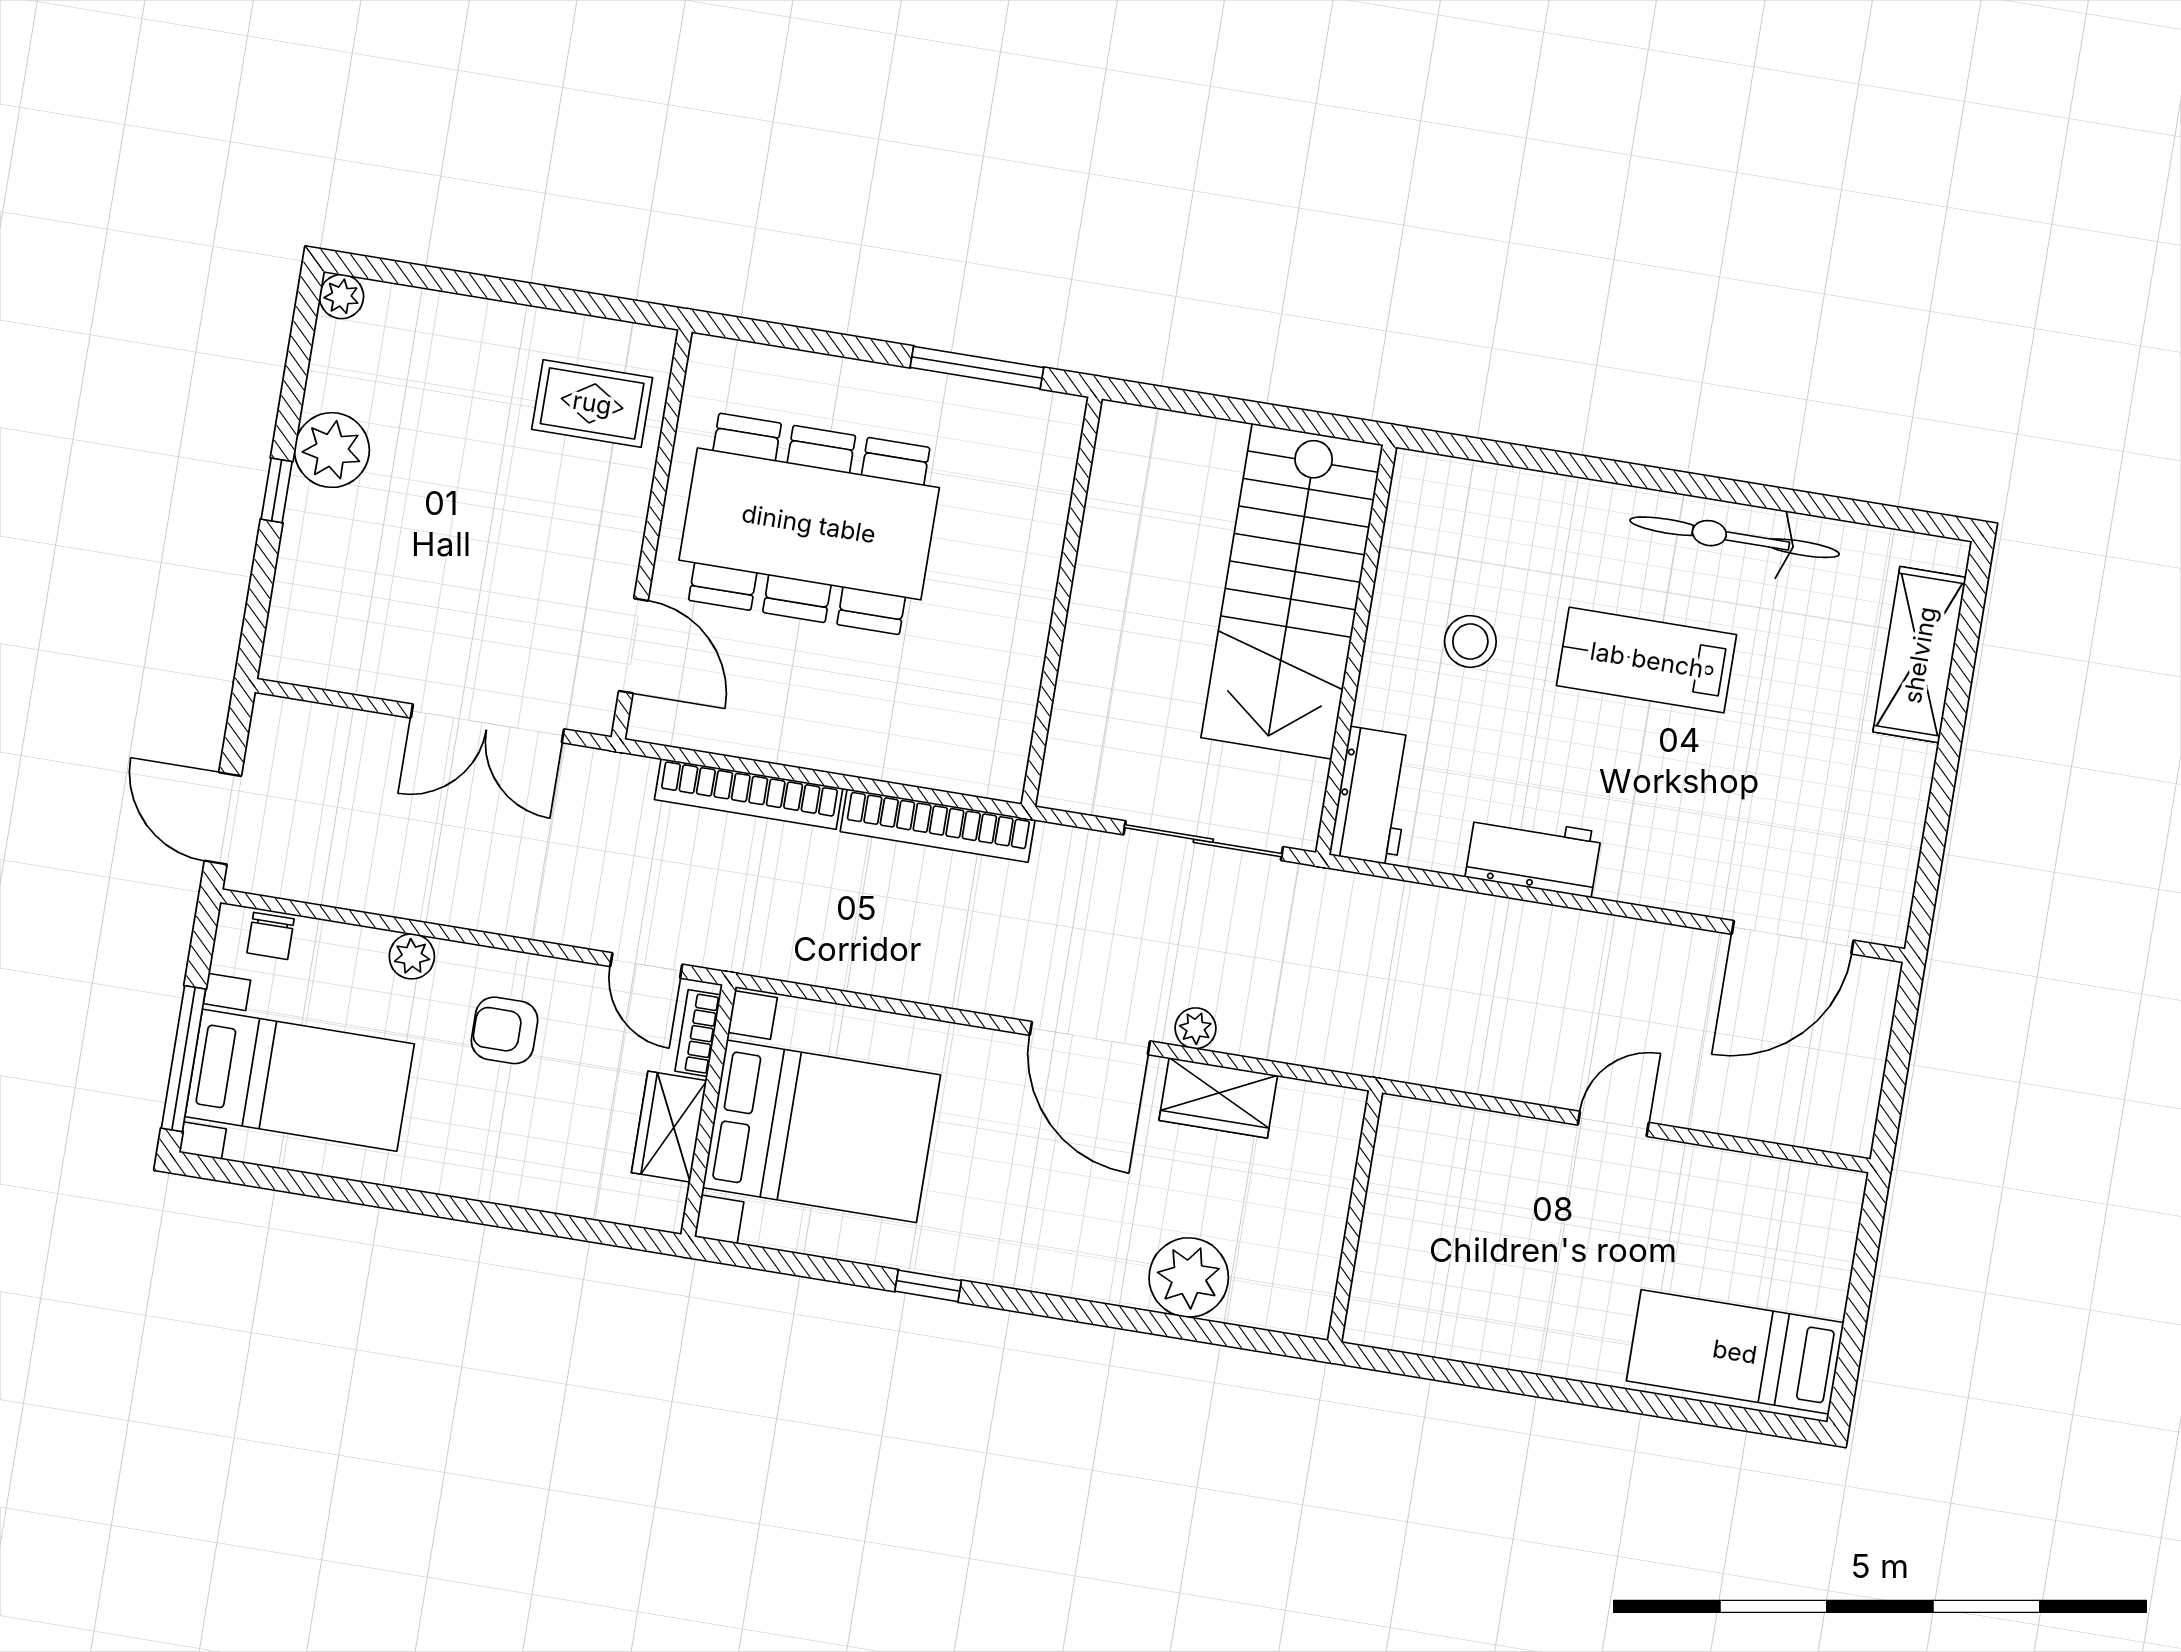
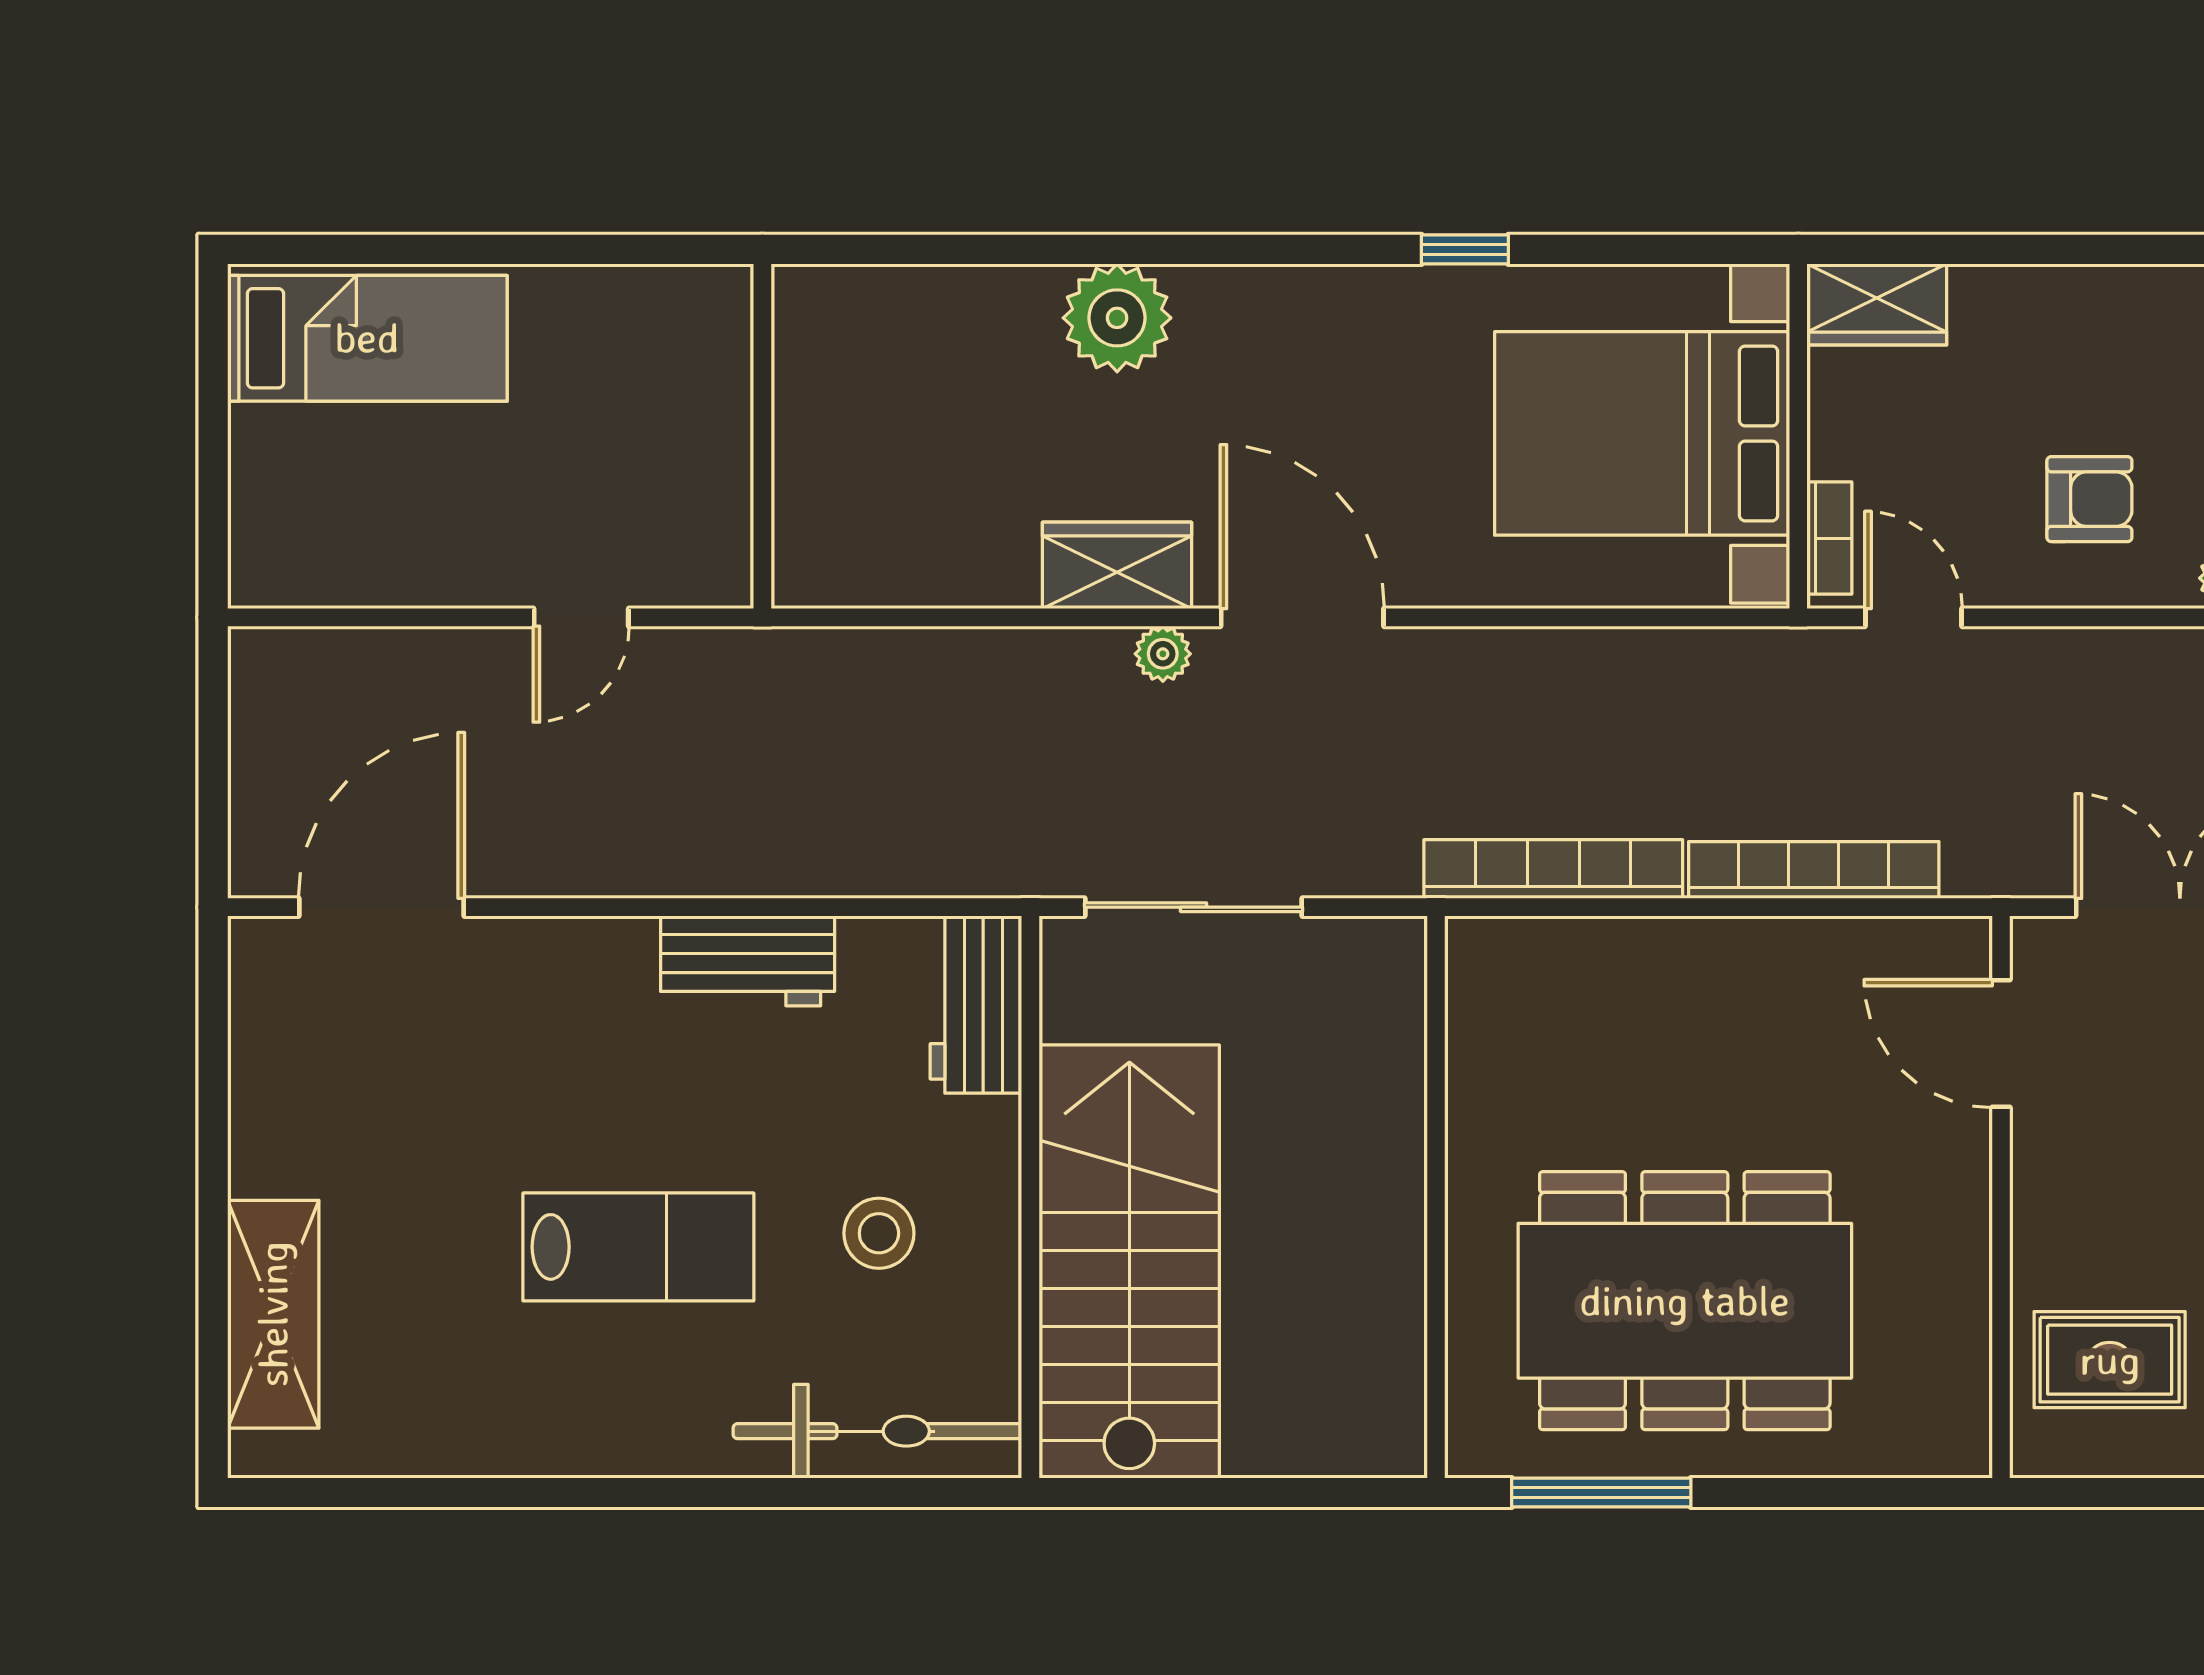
dining table: (809, 524) -> (1685, 1301), moved
bicycle: (1734, 537) -> (877, 1431), moved
wardrobe: (669, 1127) -> (1877, 304), moved, turned 90
wall: (1355, 1216) -> (762, 436), moved

